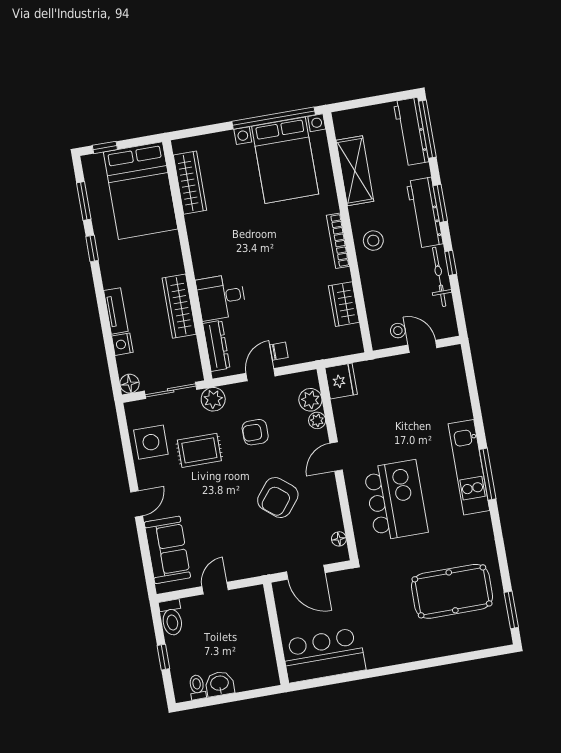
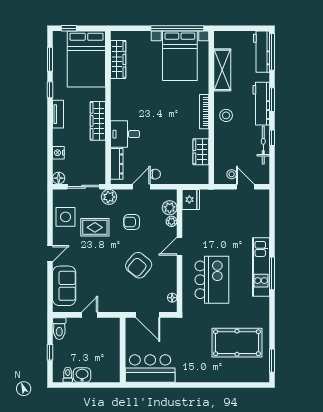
wardrobe: (179, 306) -> (98, 121), moved
tv unit: (116, 311) -> (58, 114), moved

